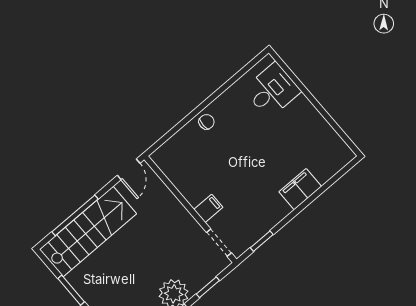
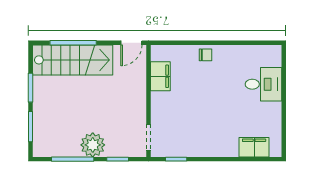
desk: (272, 90) -> (264, 84), moved
filing cabinet: (300, 189) -> (254, 147), moved
filing cabinet: (208, 208) -> (160, 76), moved, width x2.00

